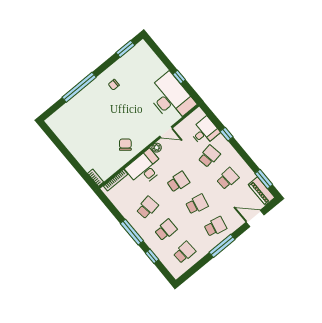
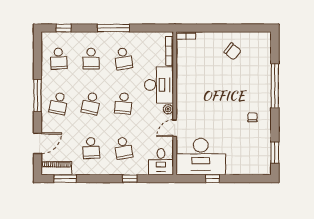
desk: (205, 132) -> (161, 162), moved
chair: (125, 145) -> (233, 51), moved
window: (152, 256) -> (64, 28), moved

